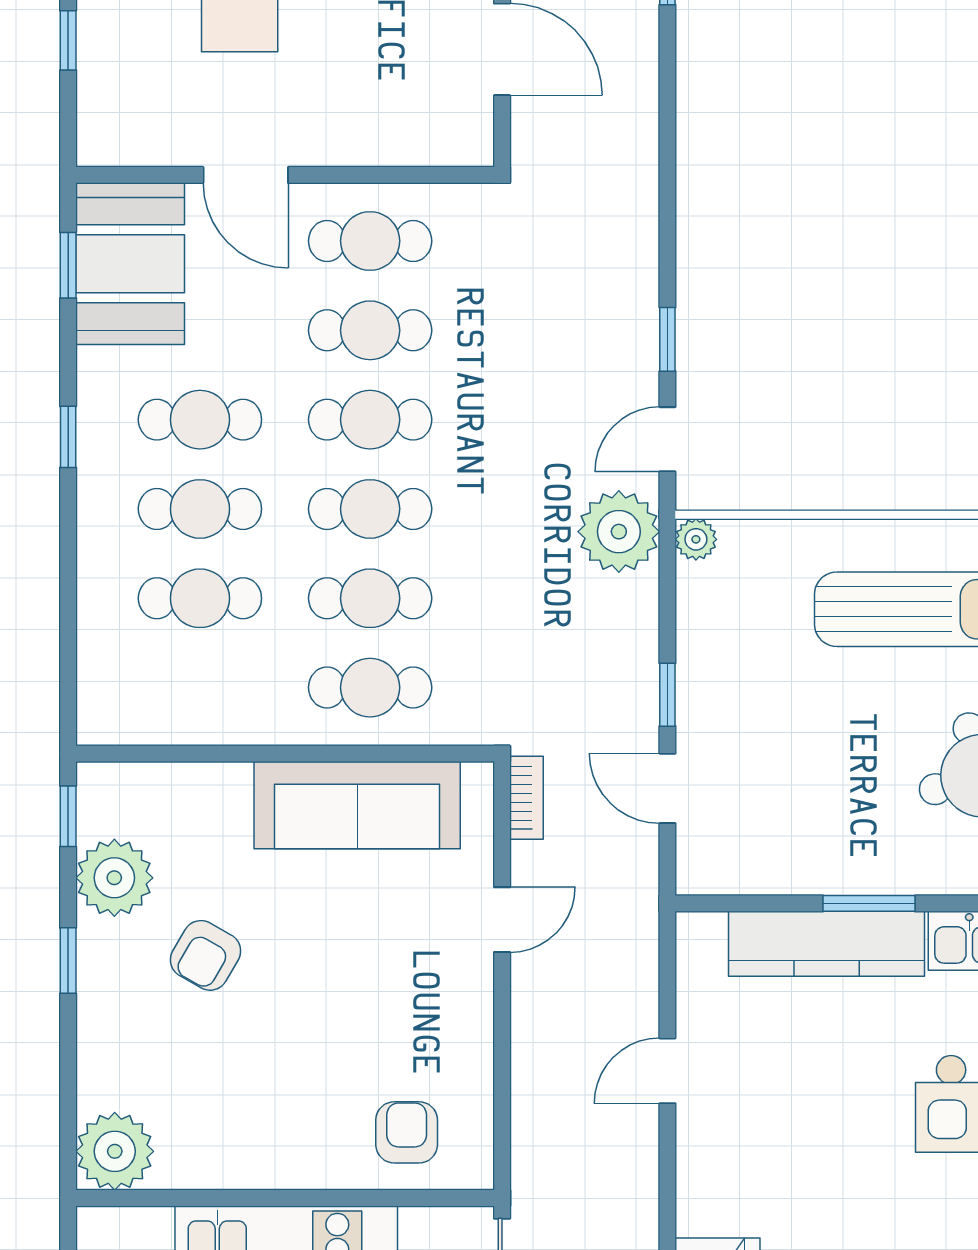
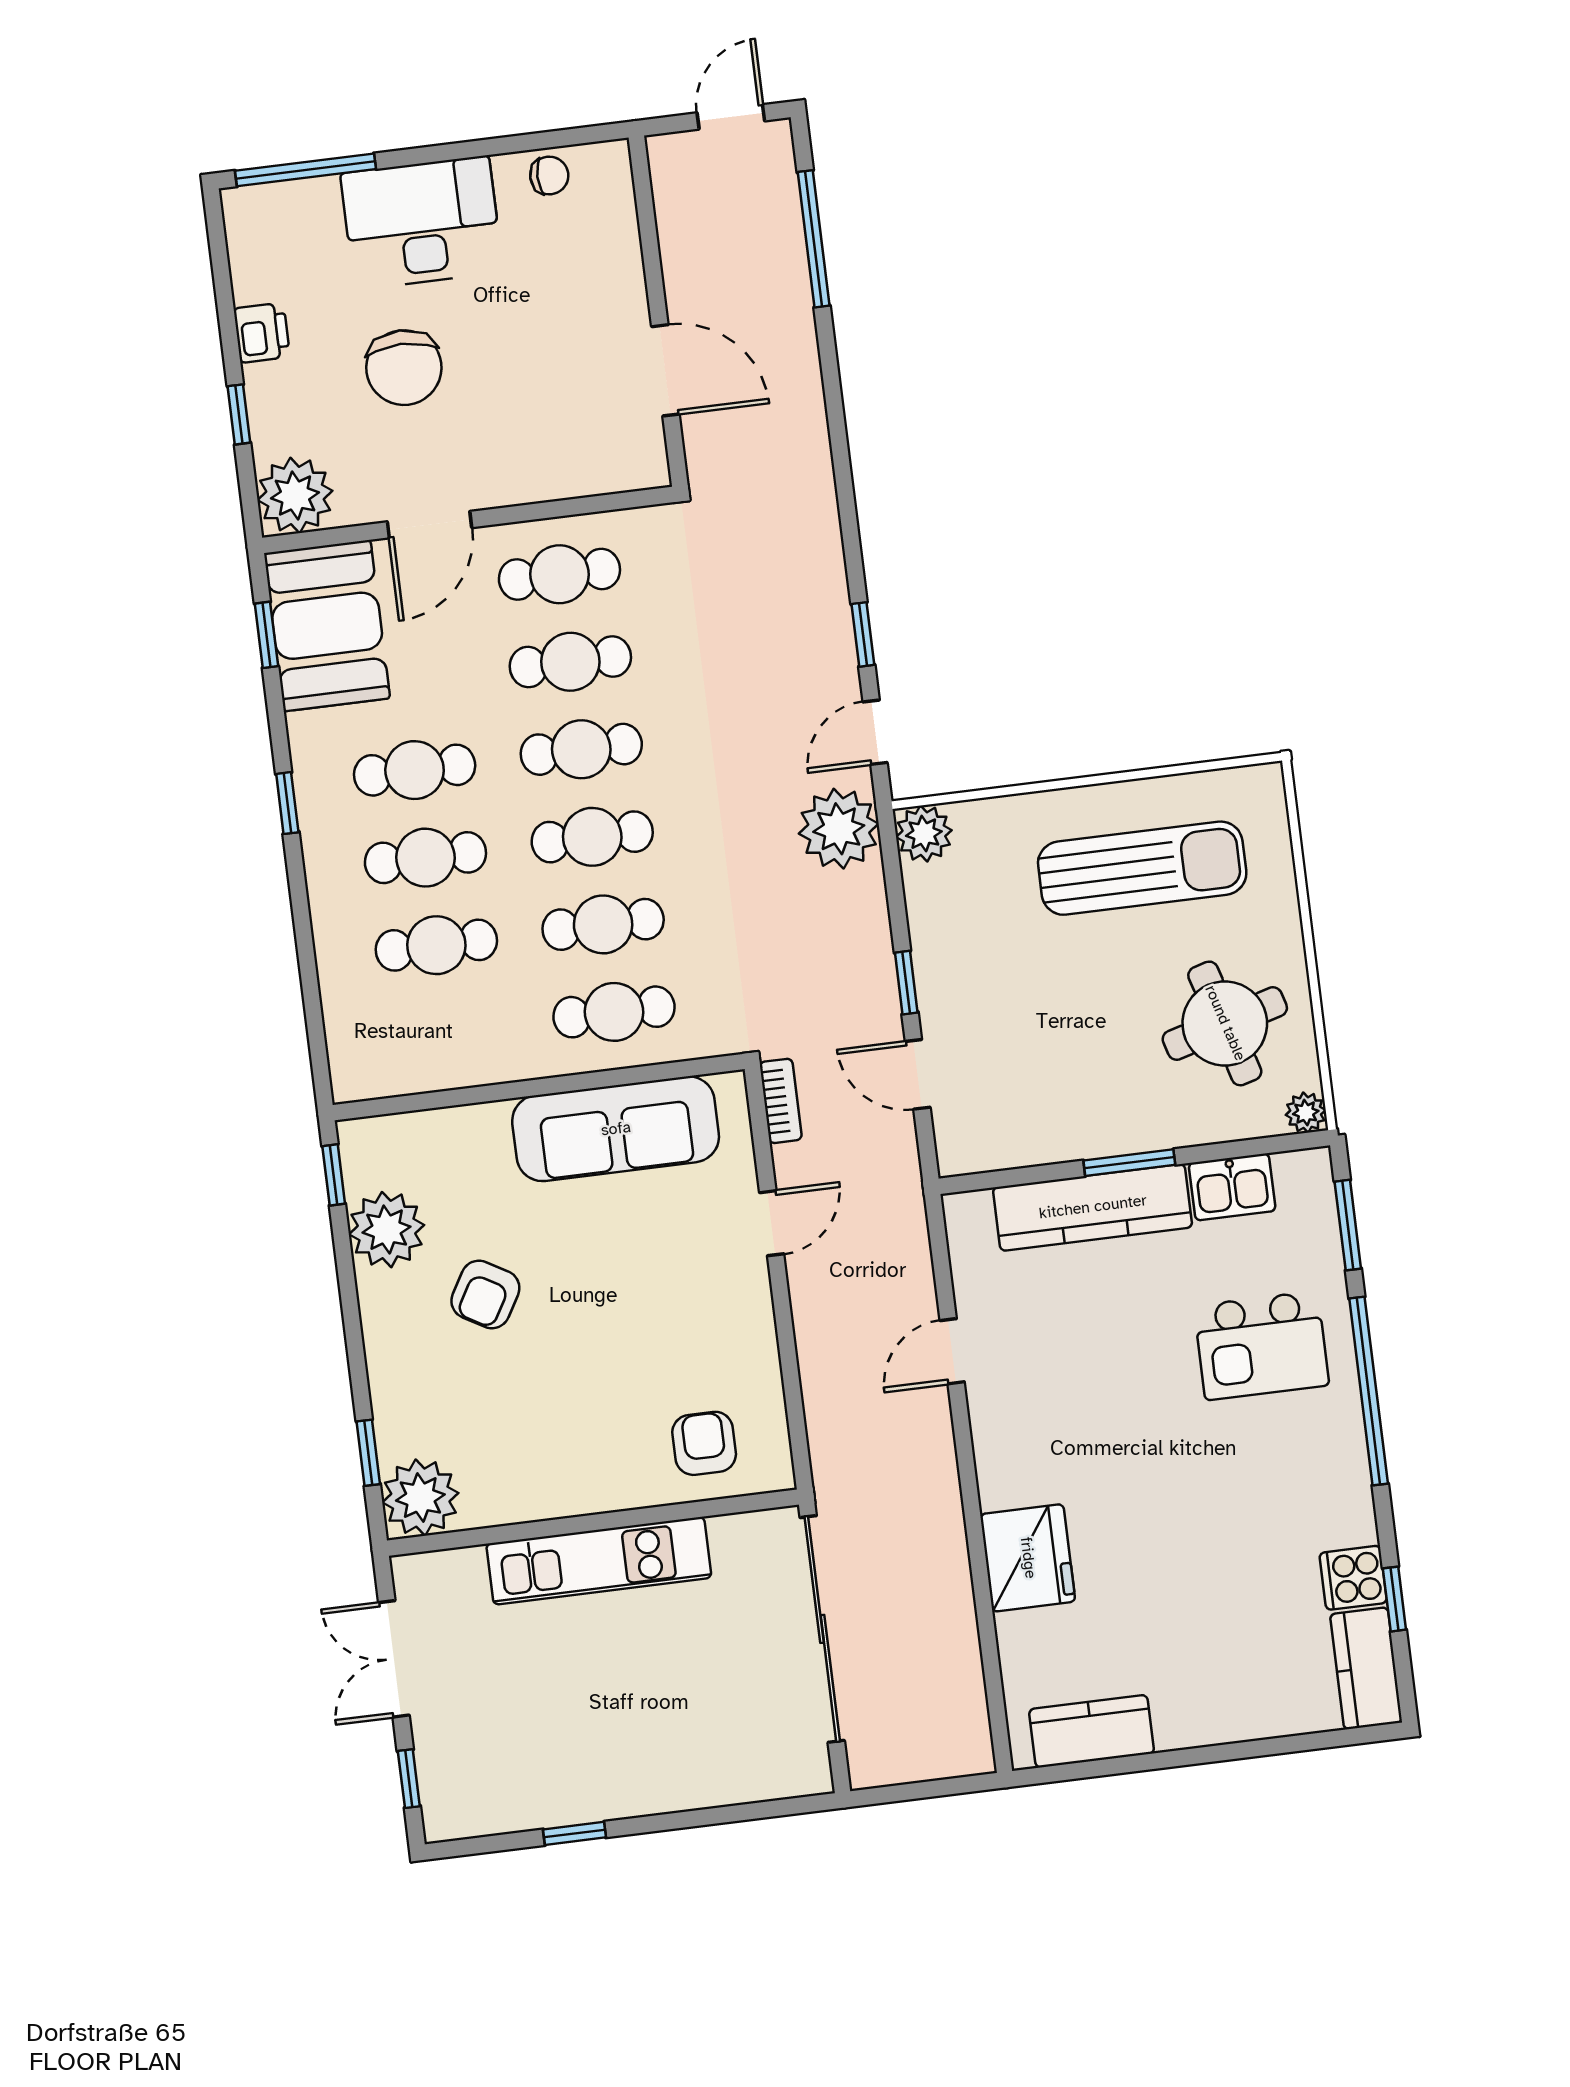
plant: (114, 129) -> (295, 495), added
door: (246, 175) -> (429, 525), hinge flipped
plant: (696, 539) -> (924, 834), width x1.38, depth x1.38
window: (68, 961) -> (368, 1453), moved

